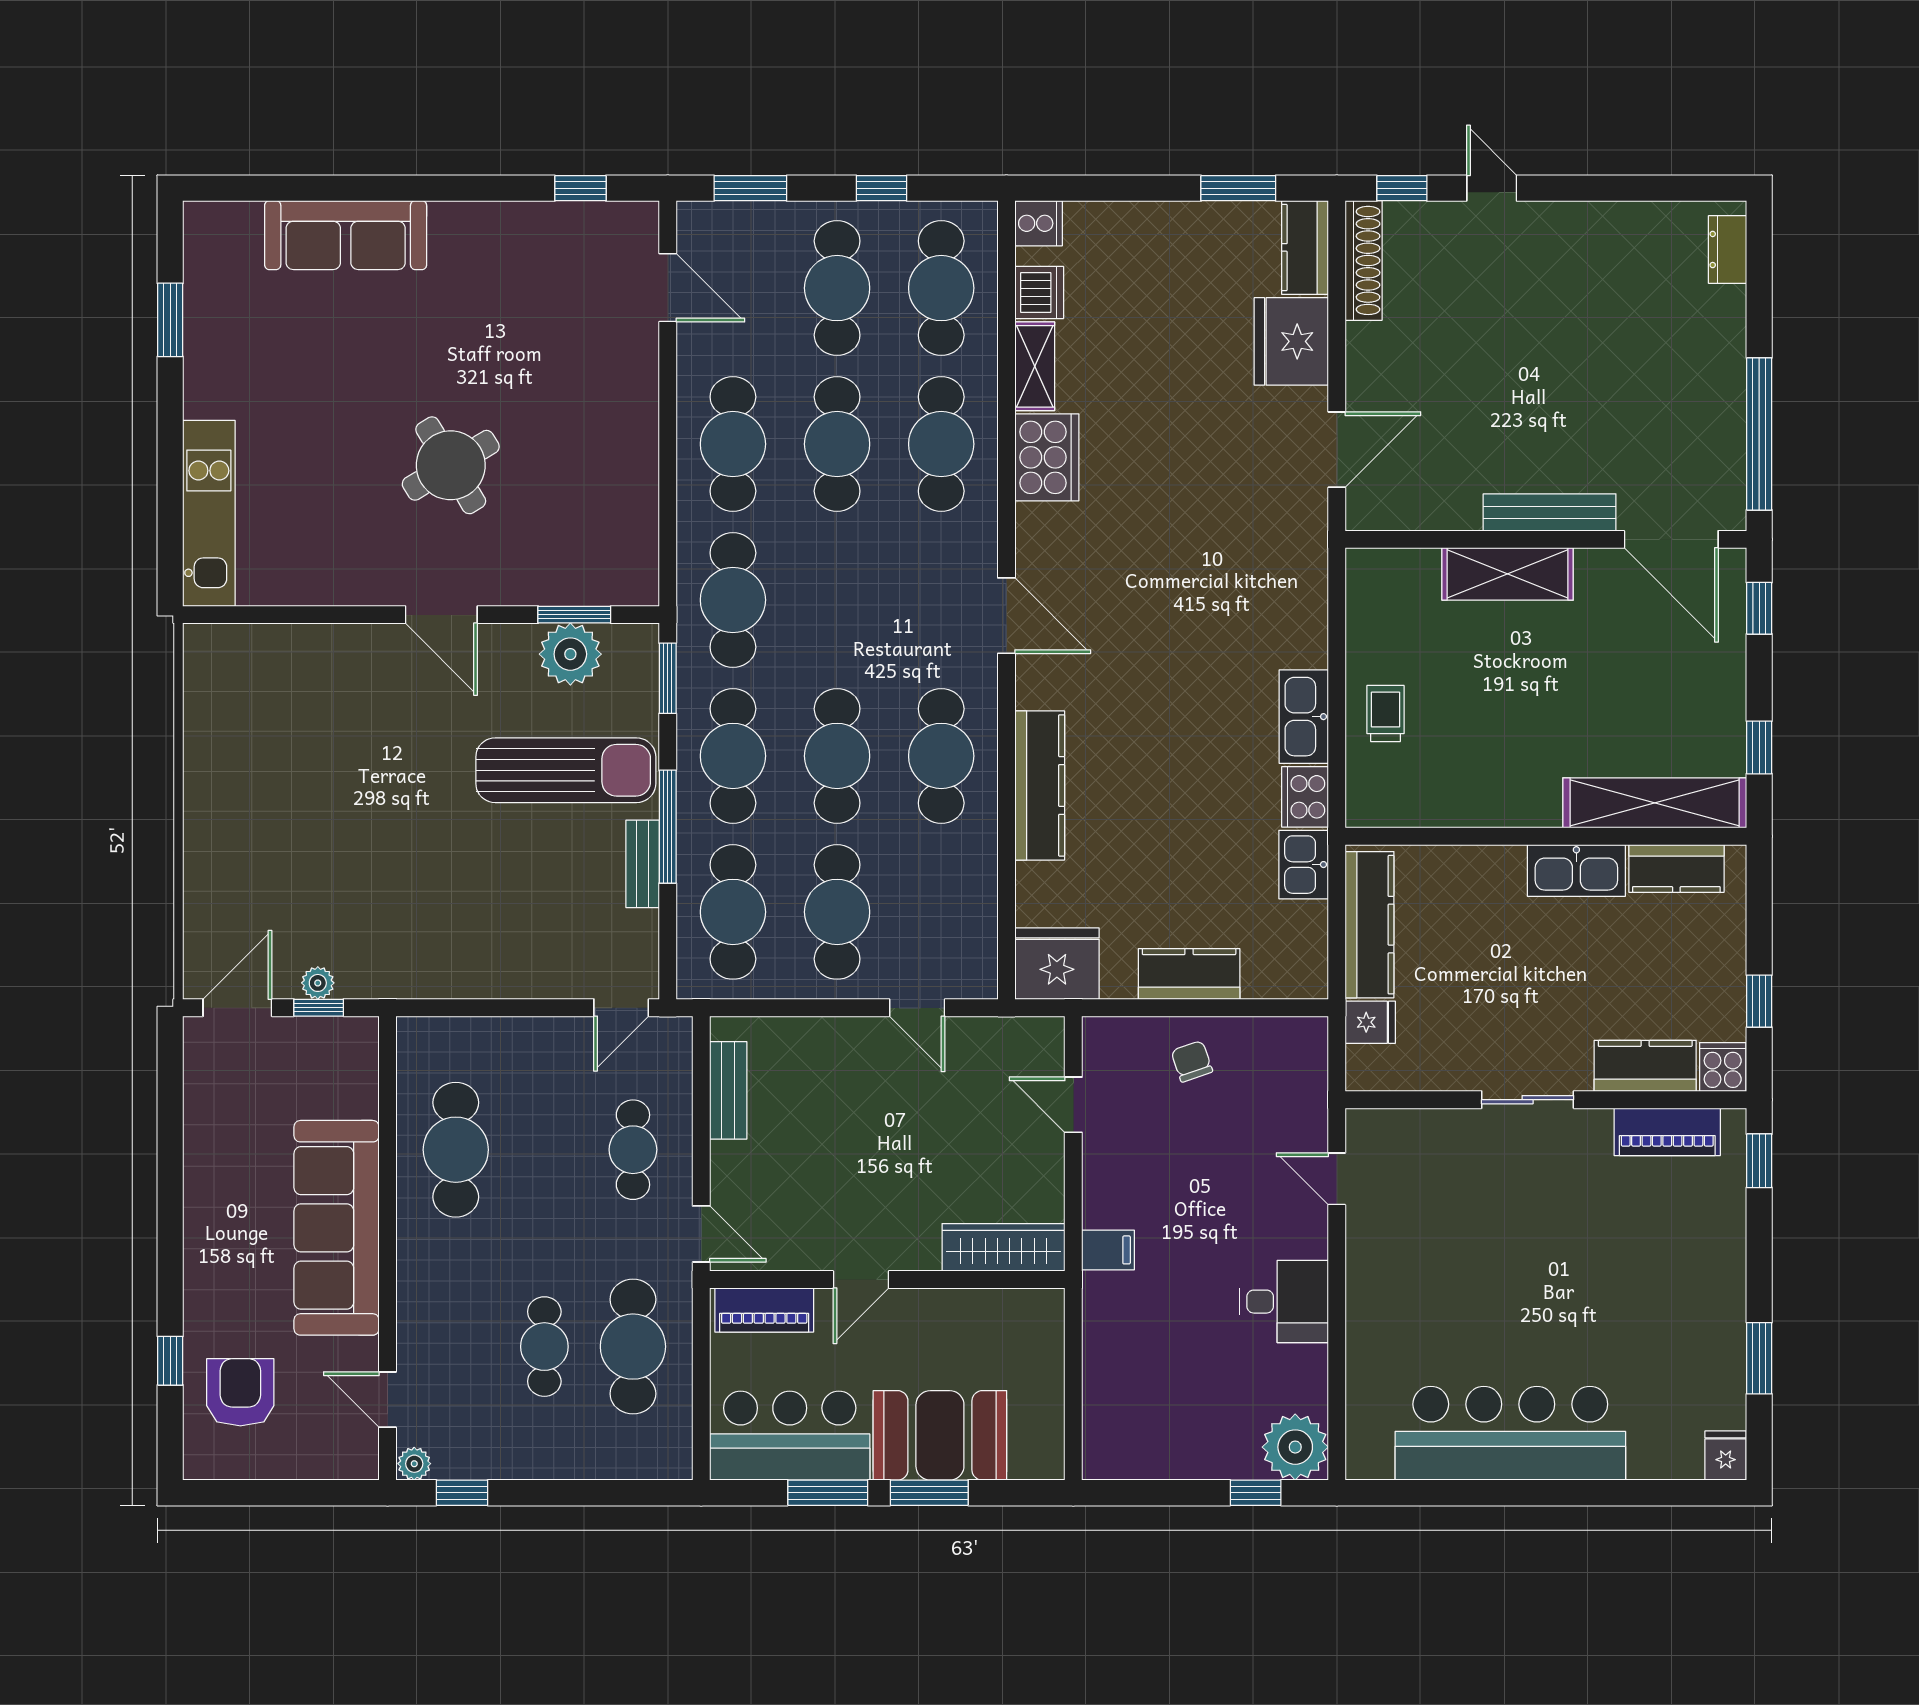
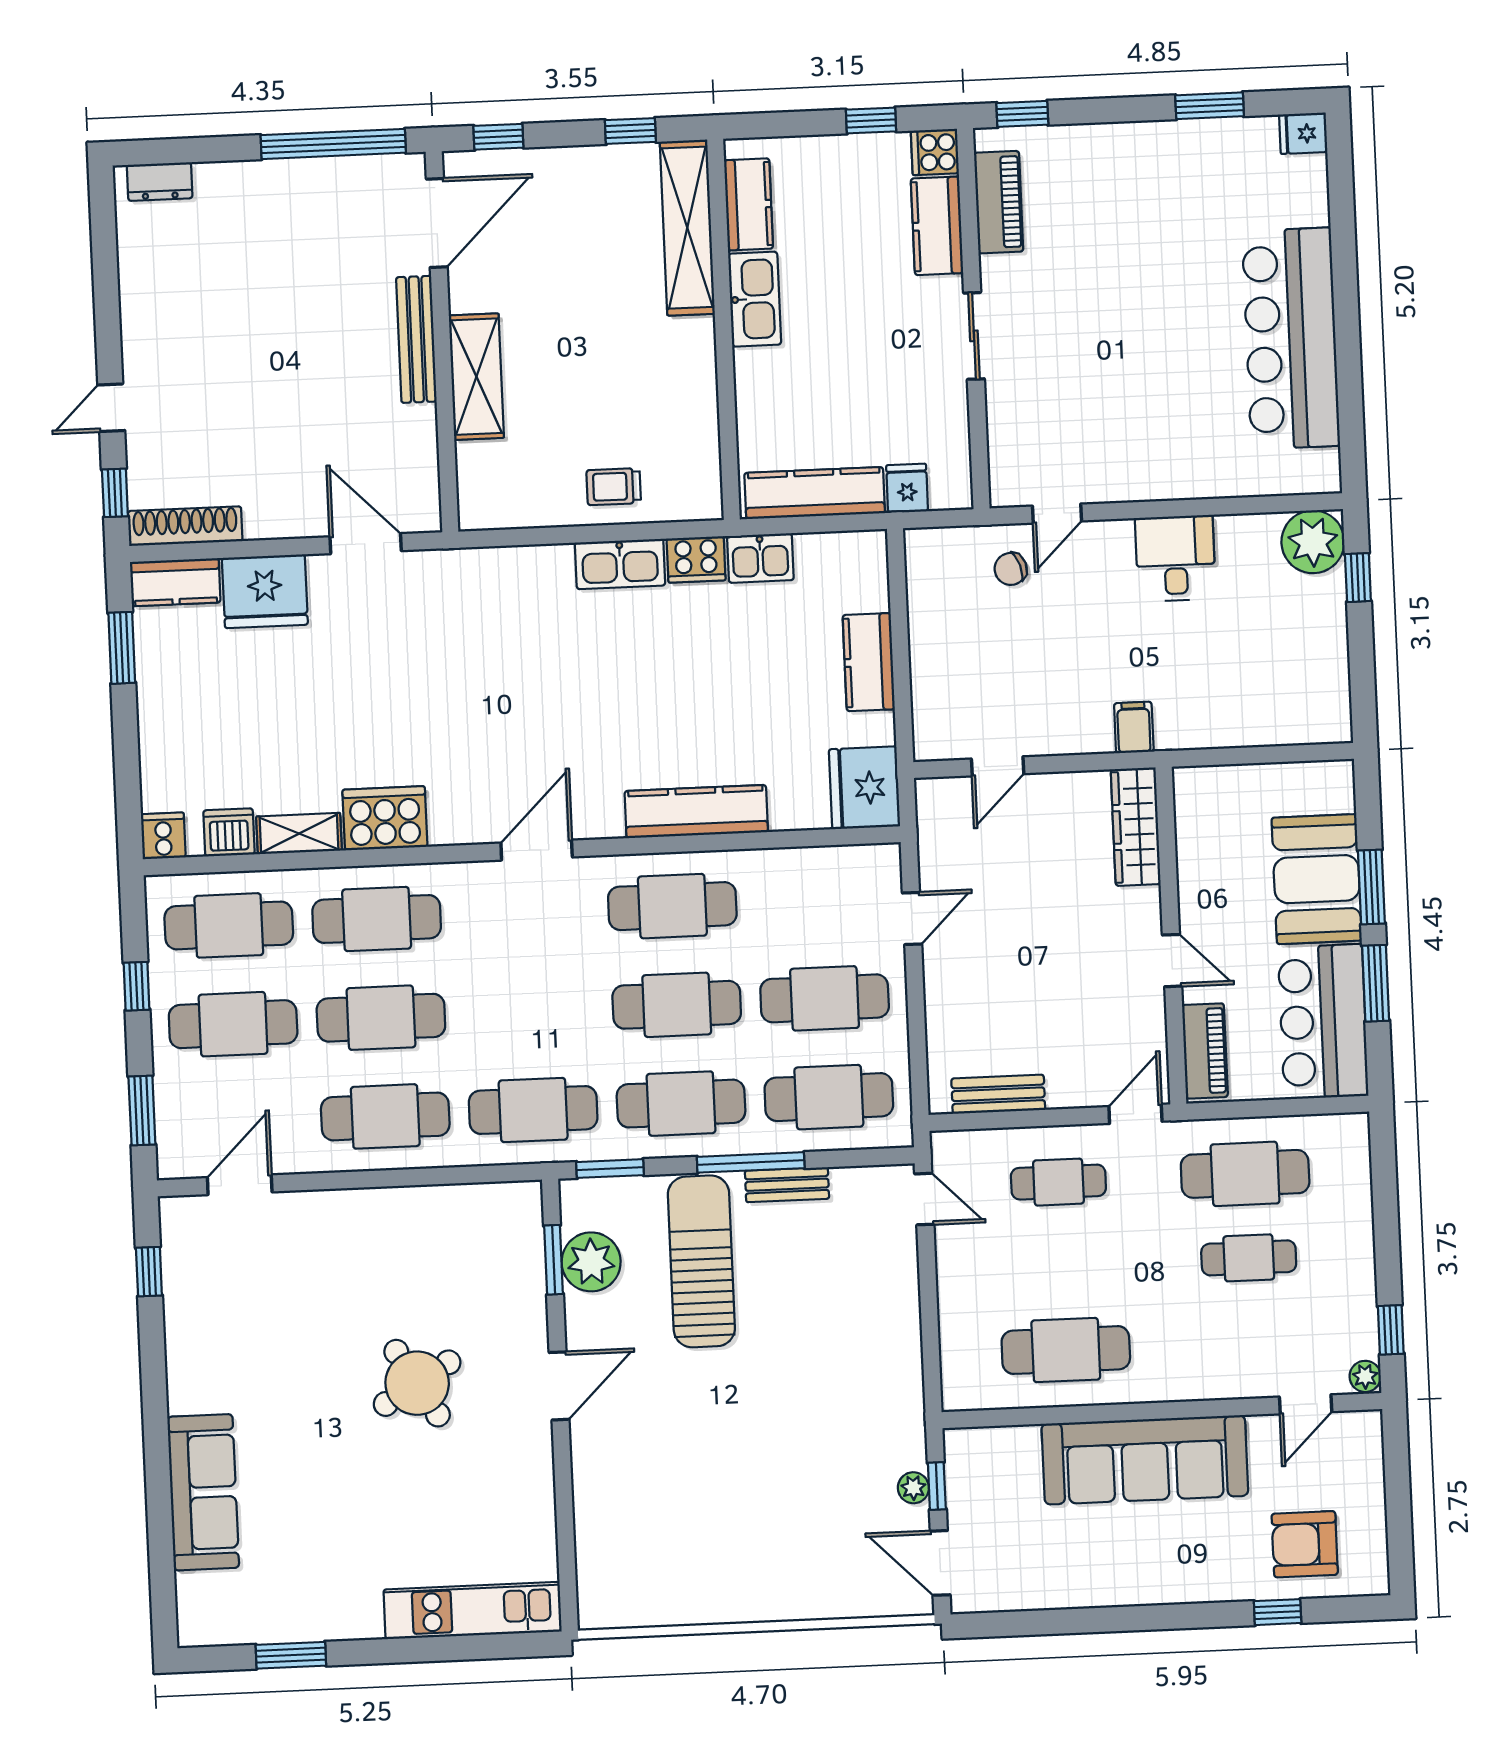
chair: (1192, 1061) -> (1011, 569), moved

